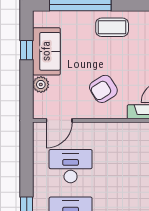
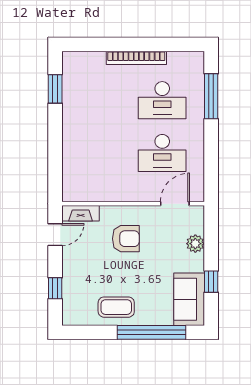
sofa: (46, 51) -> (189, 299), moved
armchair: (103, 89) -> (126, 239), turned 32

